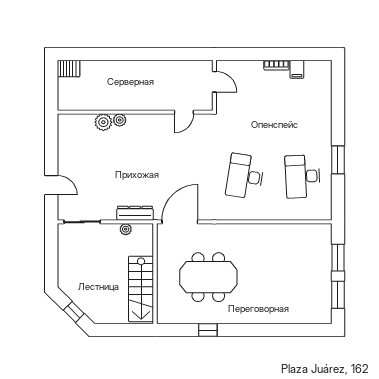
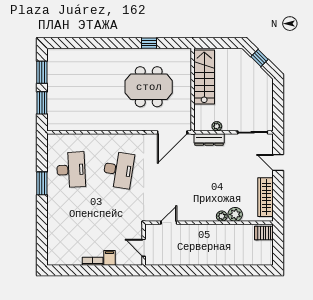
server rack: (69, 69) -> (264, 233), moved
filing cabinet: (297, 69) -> (109, 258), moved
wardrobe: (67, 143) -> (265, 197), added

